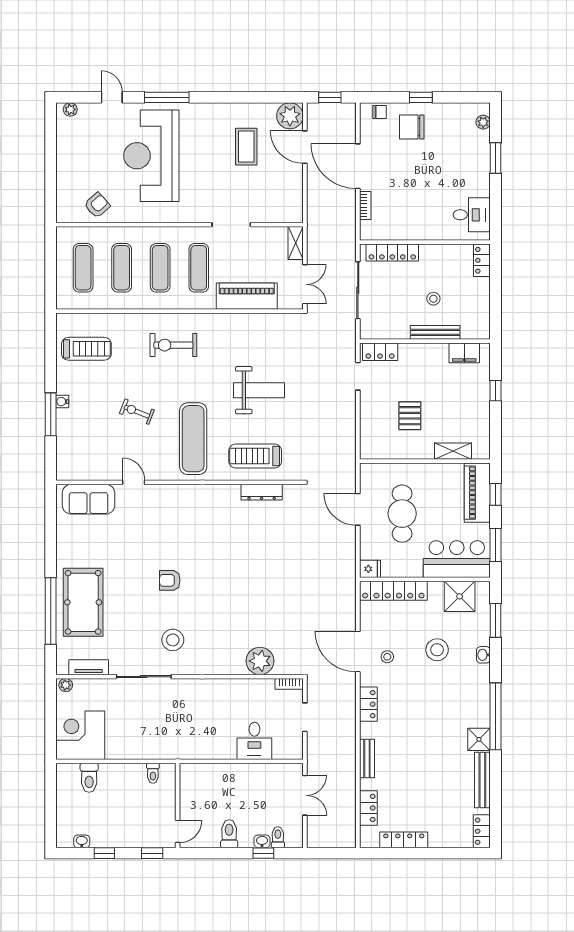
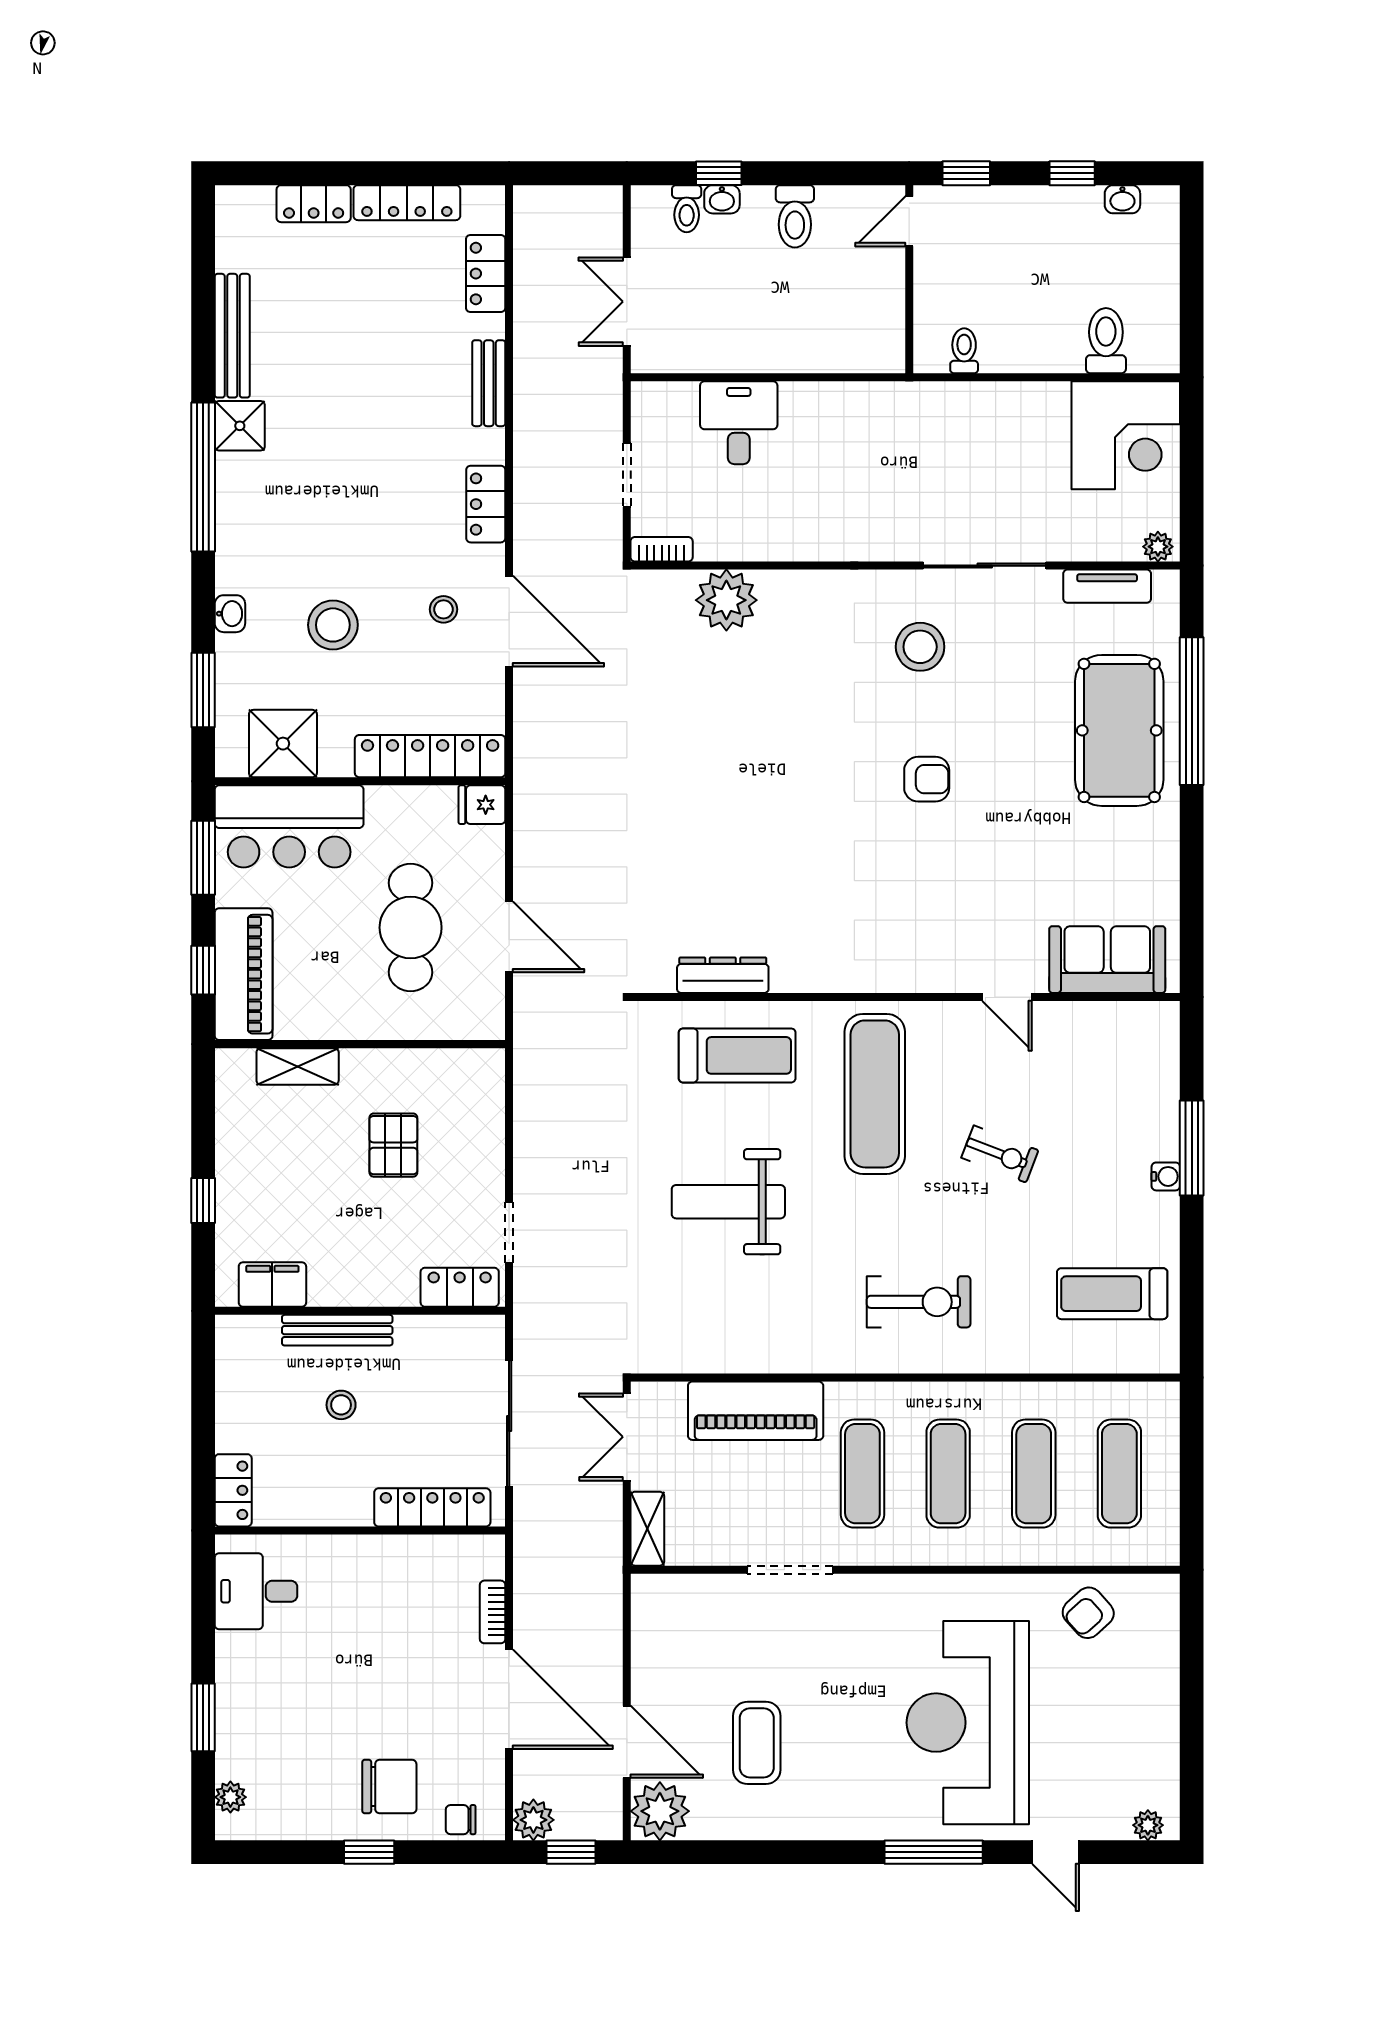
plant: (347, 112) -> (533, 1820), added
reception desk: (151, 156) -> (968, 1723), turned 180
locker: (482, 831) -> (314, 204), moved, turned 90

